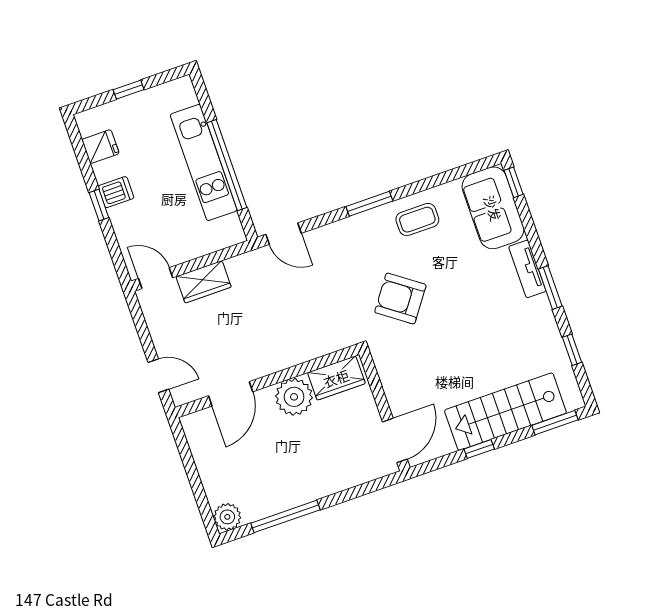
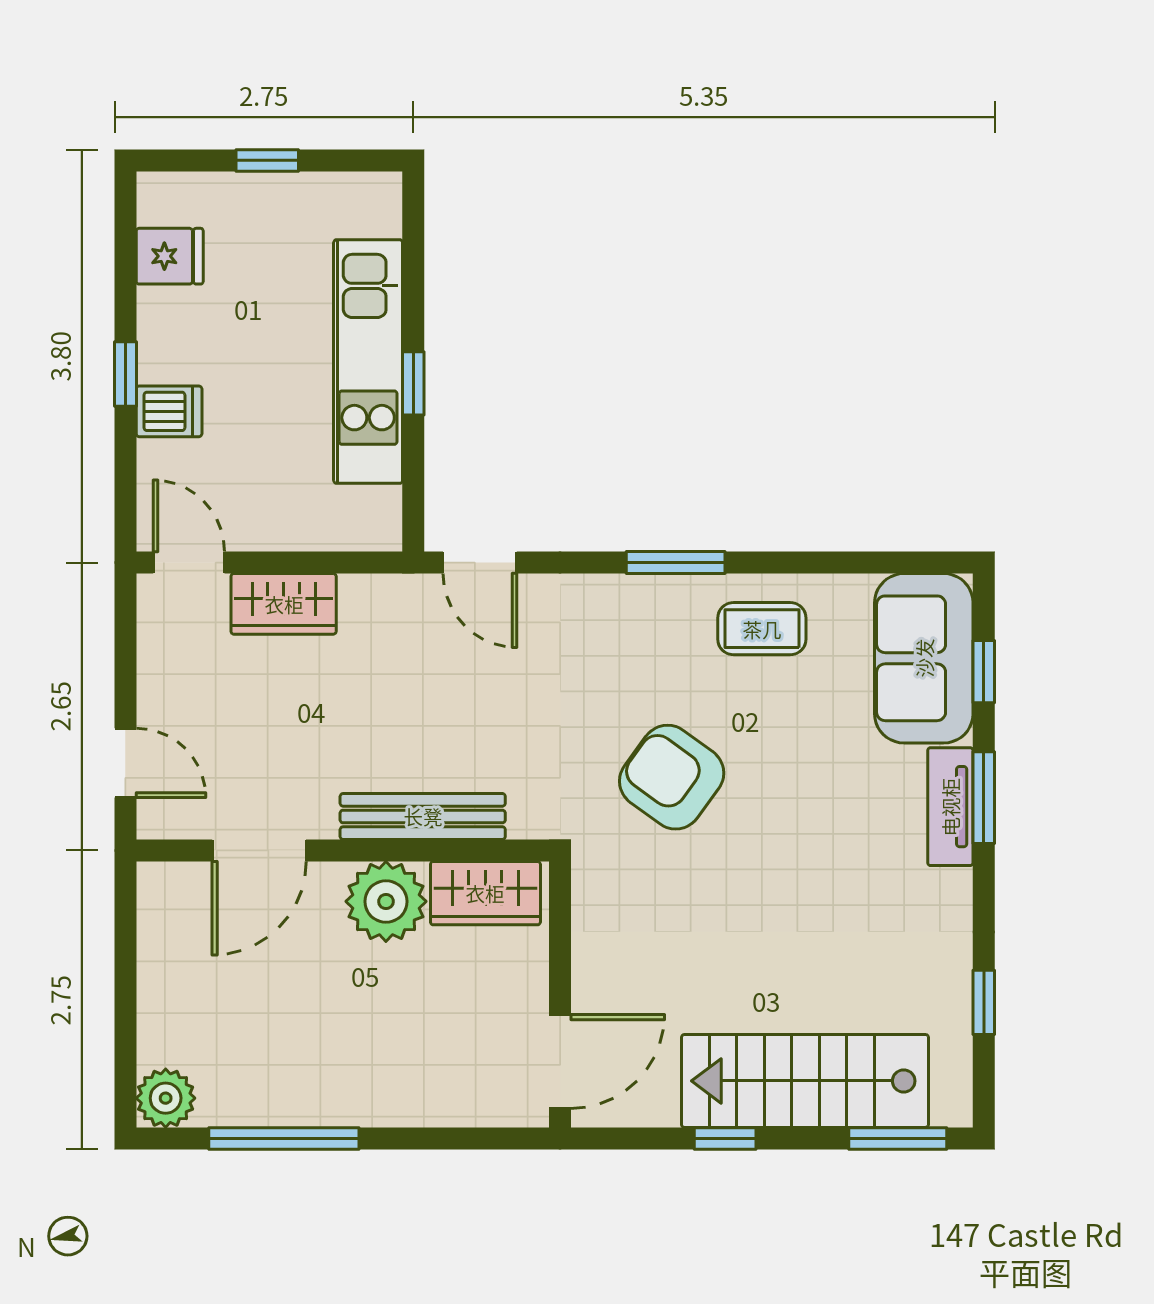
window: (227, 165) -> (413, 383), width x0.32
window: (514, 182) -> (984, 672), moved
dishwasher: (116, 192) -> (169, 411), moved
window: (550, 288) -> (984, 798), moved
bench: (297, 354) -> (423, 816), added

